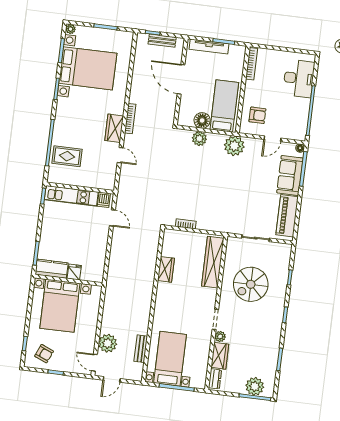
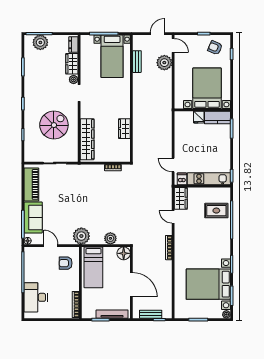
floor lamp: (202, 120) -> (124, 253), moved
wardrobe: (114, 128) -> (181, 198), moved
door: (273, 139) -> (51, 246), hinge flipped

